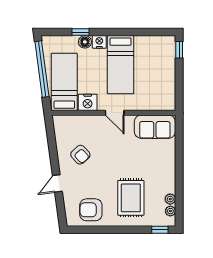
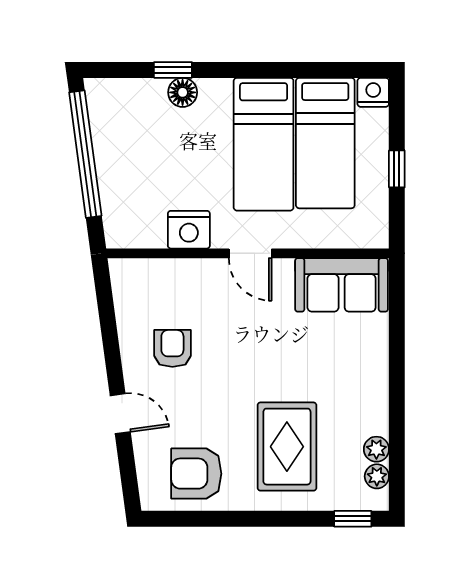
nightstand: (99, 42) -> (373, 92), moved
window: (179, 50) -> (397, 169), moved
bed: (64, 82) -> (325, 143), moved, turned 180
armchair: (80, 155) -> (172, 348), turned -138
door: (57, 183) -> (120, 414), swing flipped

